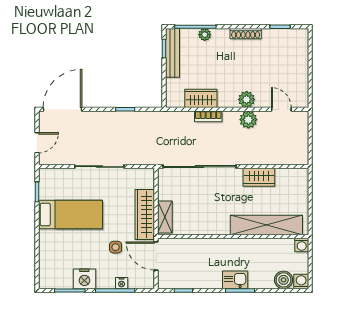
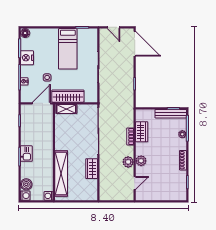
floor lamp: (46, 282) -> (25, 33), added

